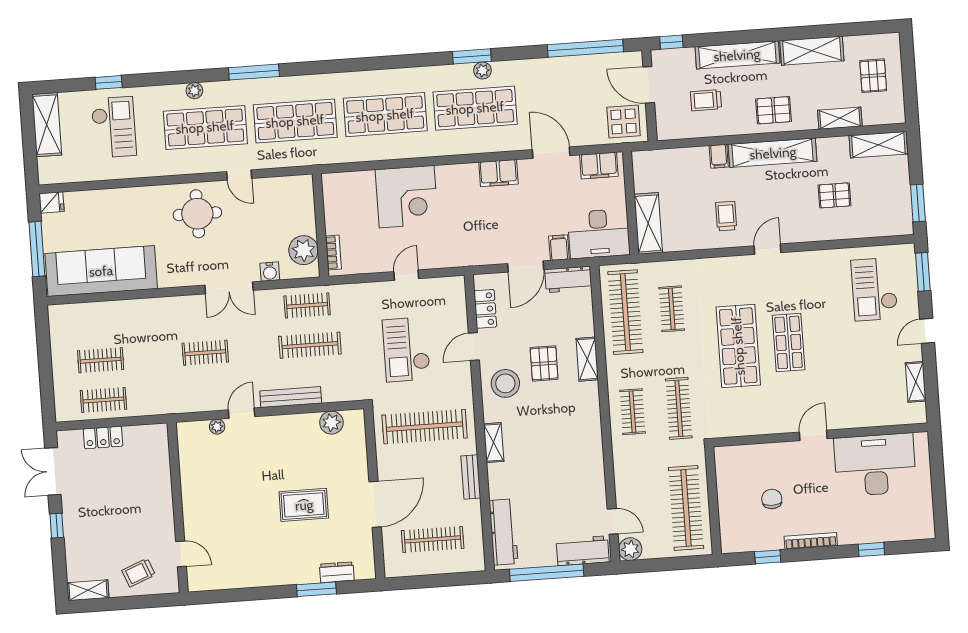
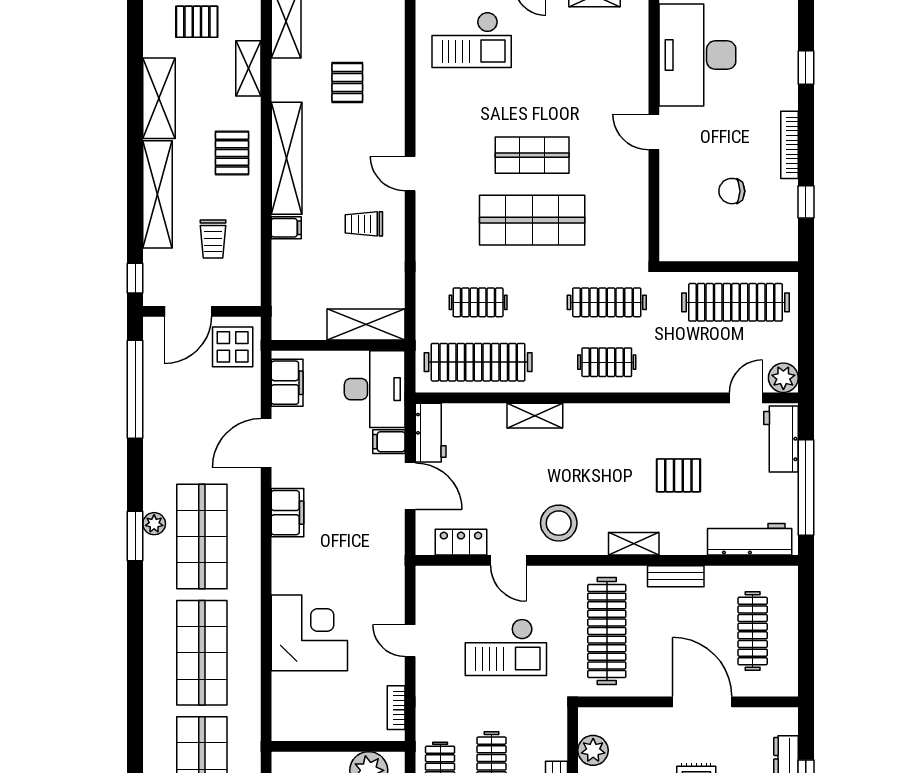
bookcase: (333, 253) -> (396, 708), moved, turned -90
pallet: (544, 363) -> (678, 475), moved

